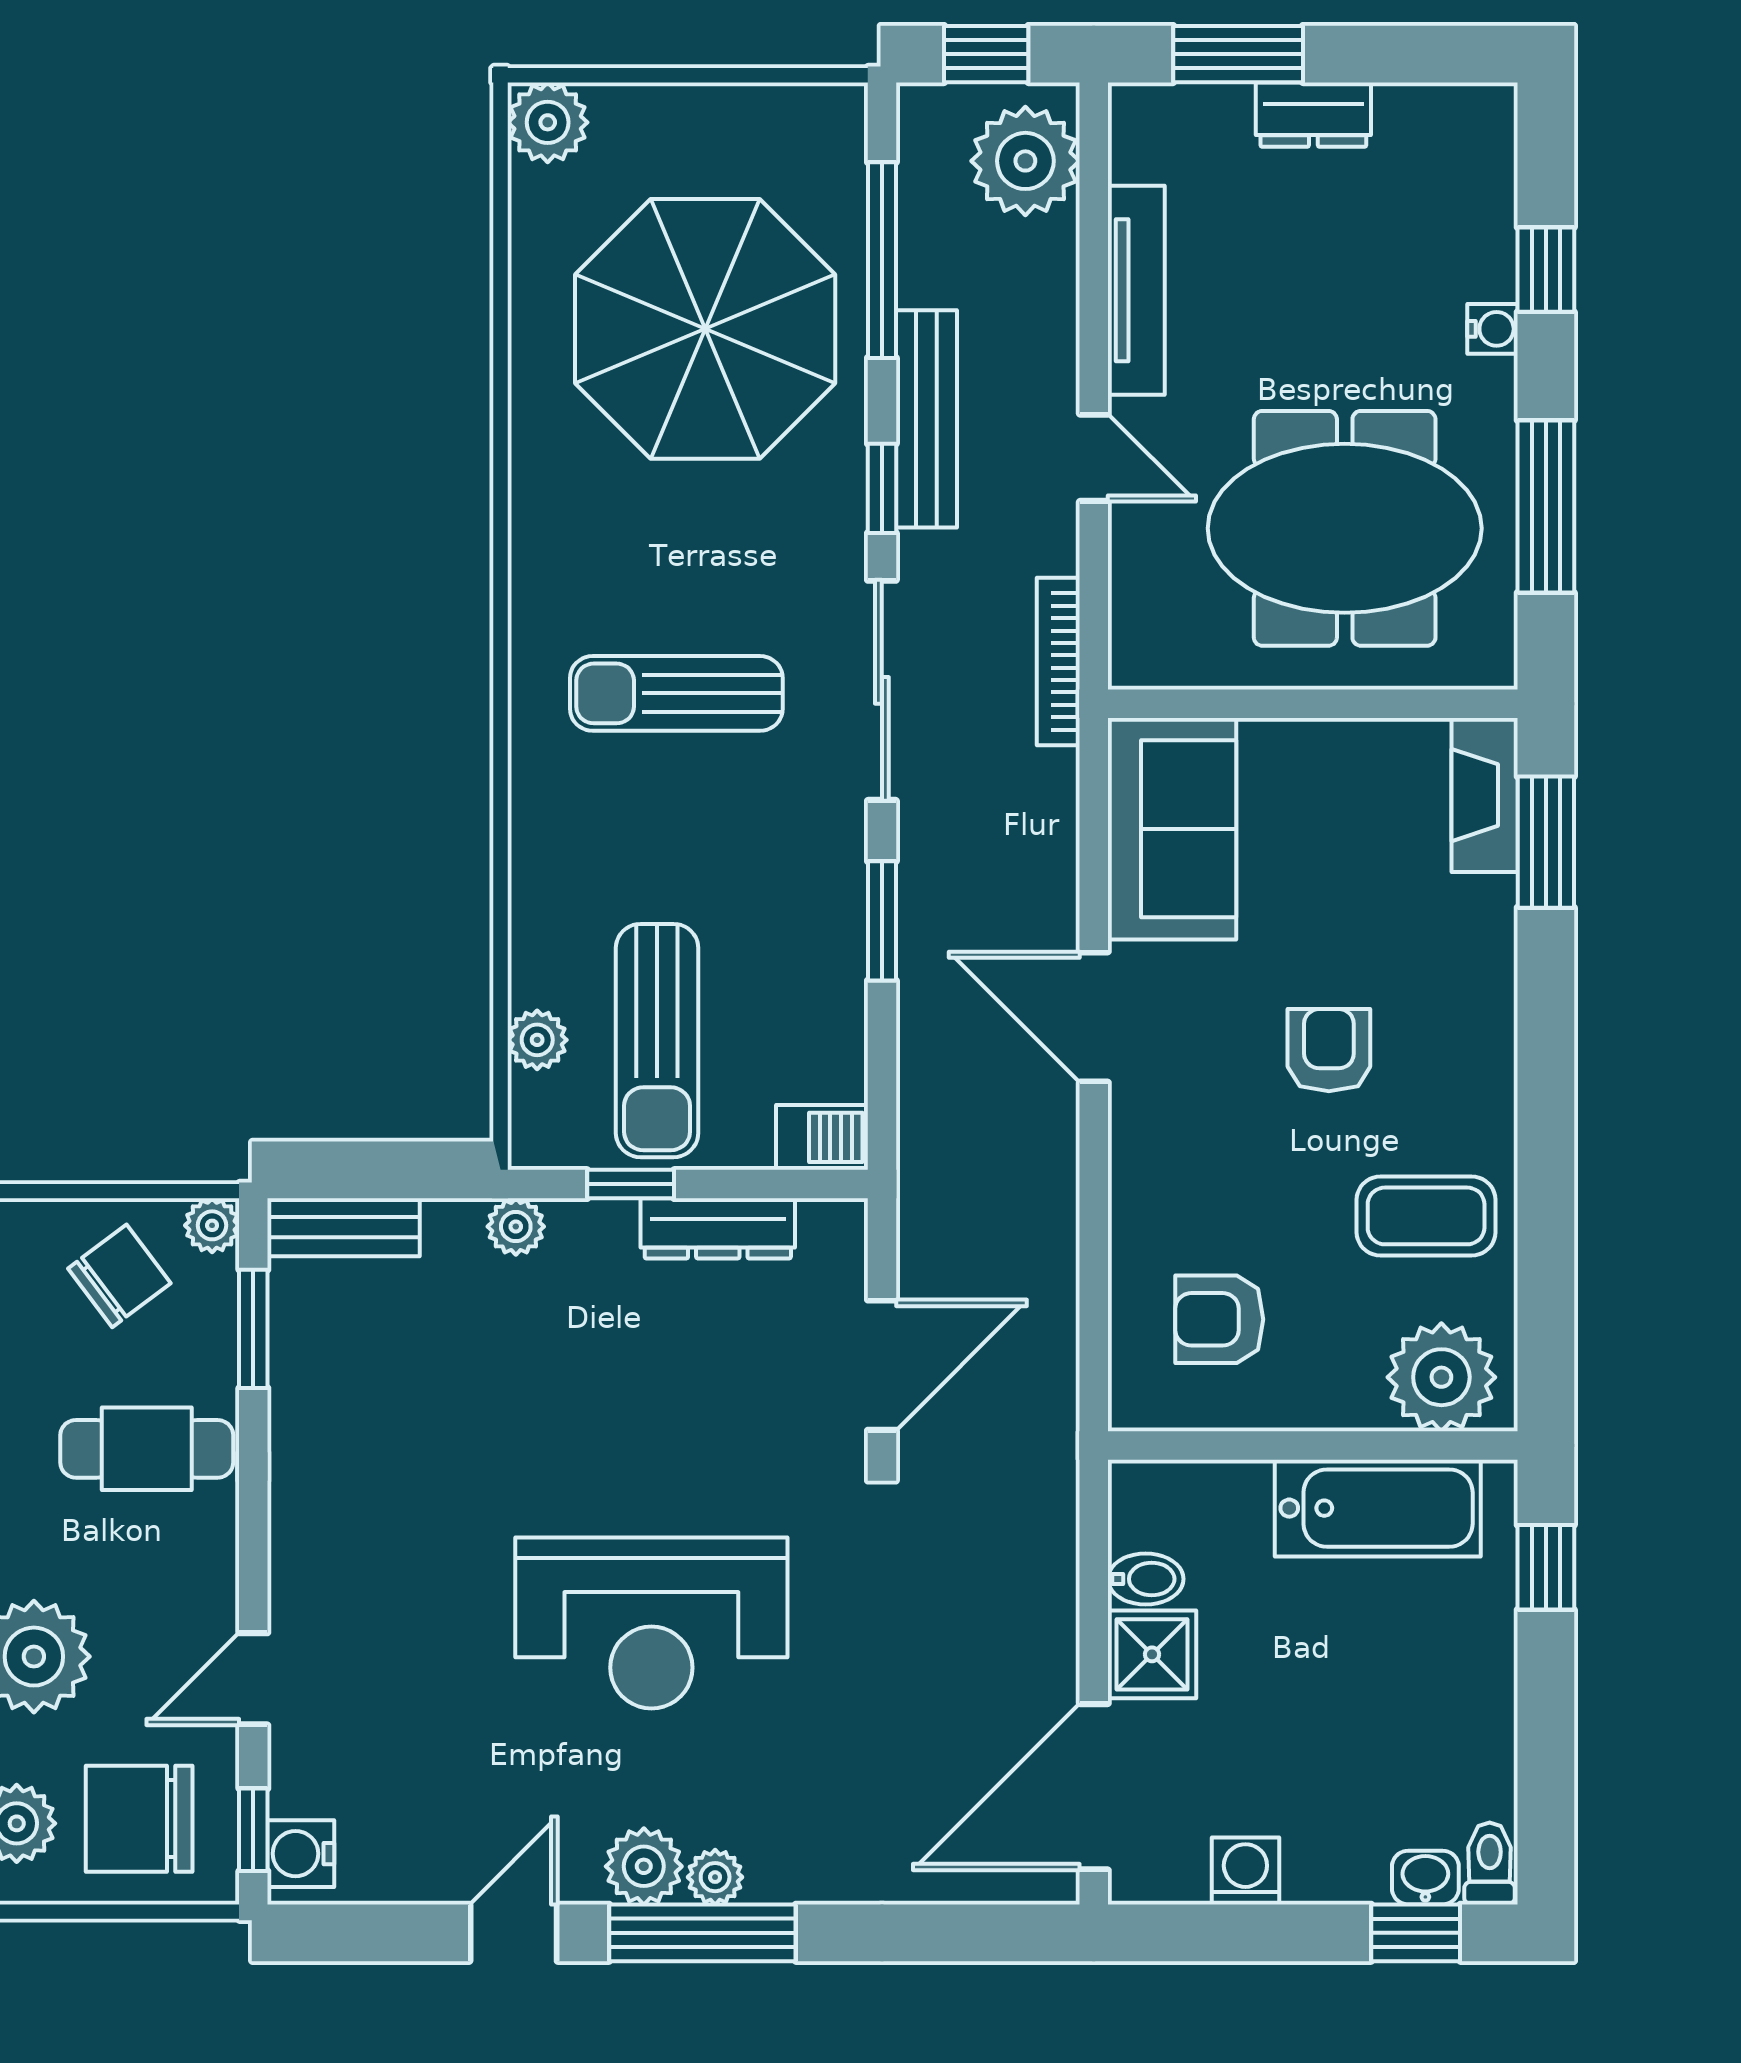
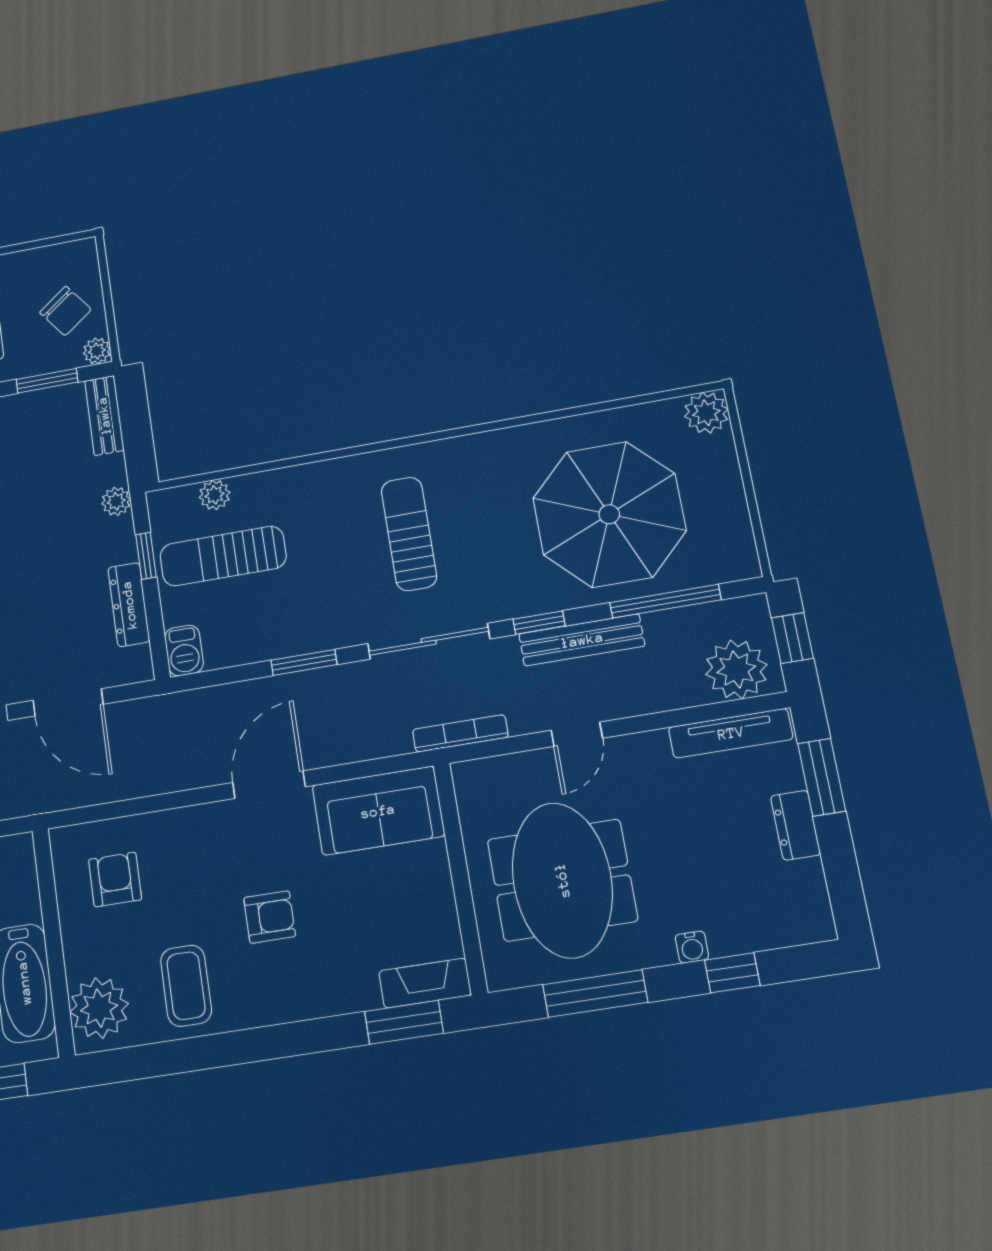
tv unit: (1136, 290) -> (731, 733), moved

